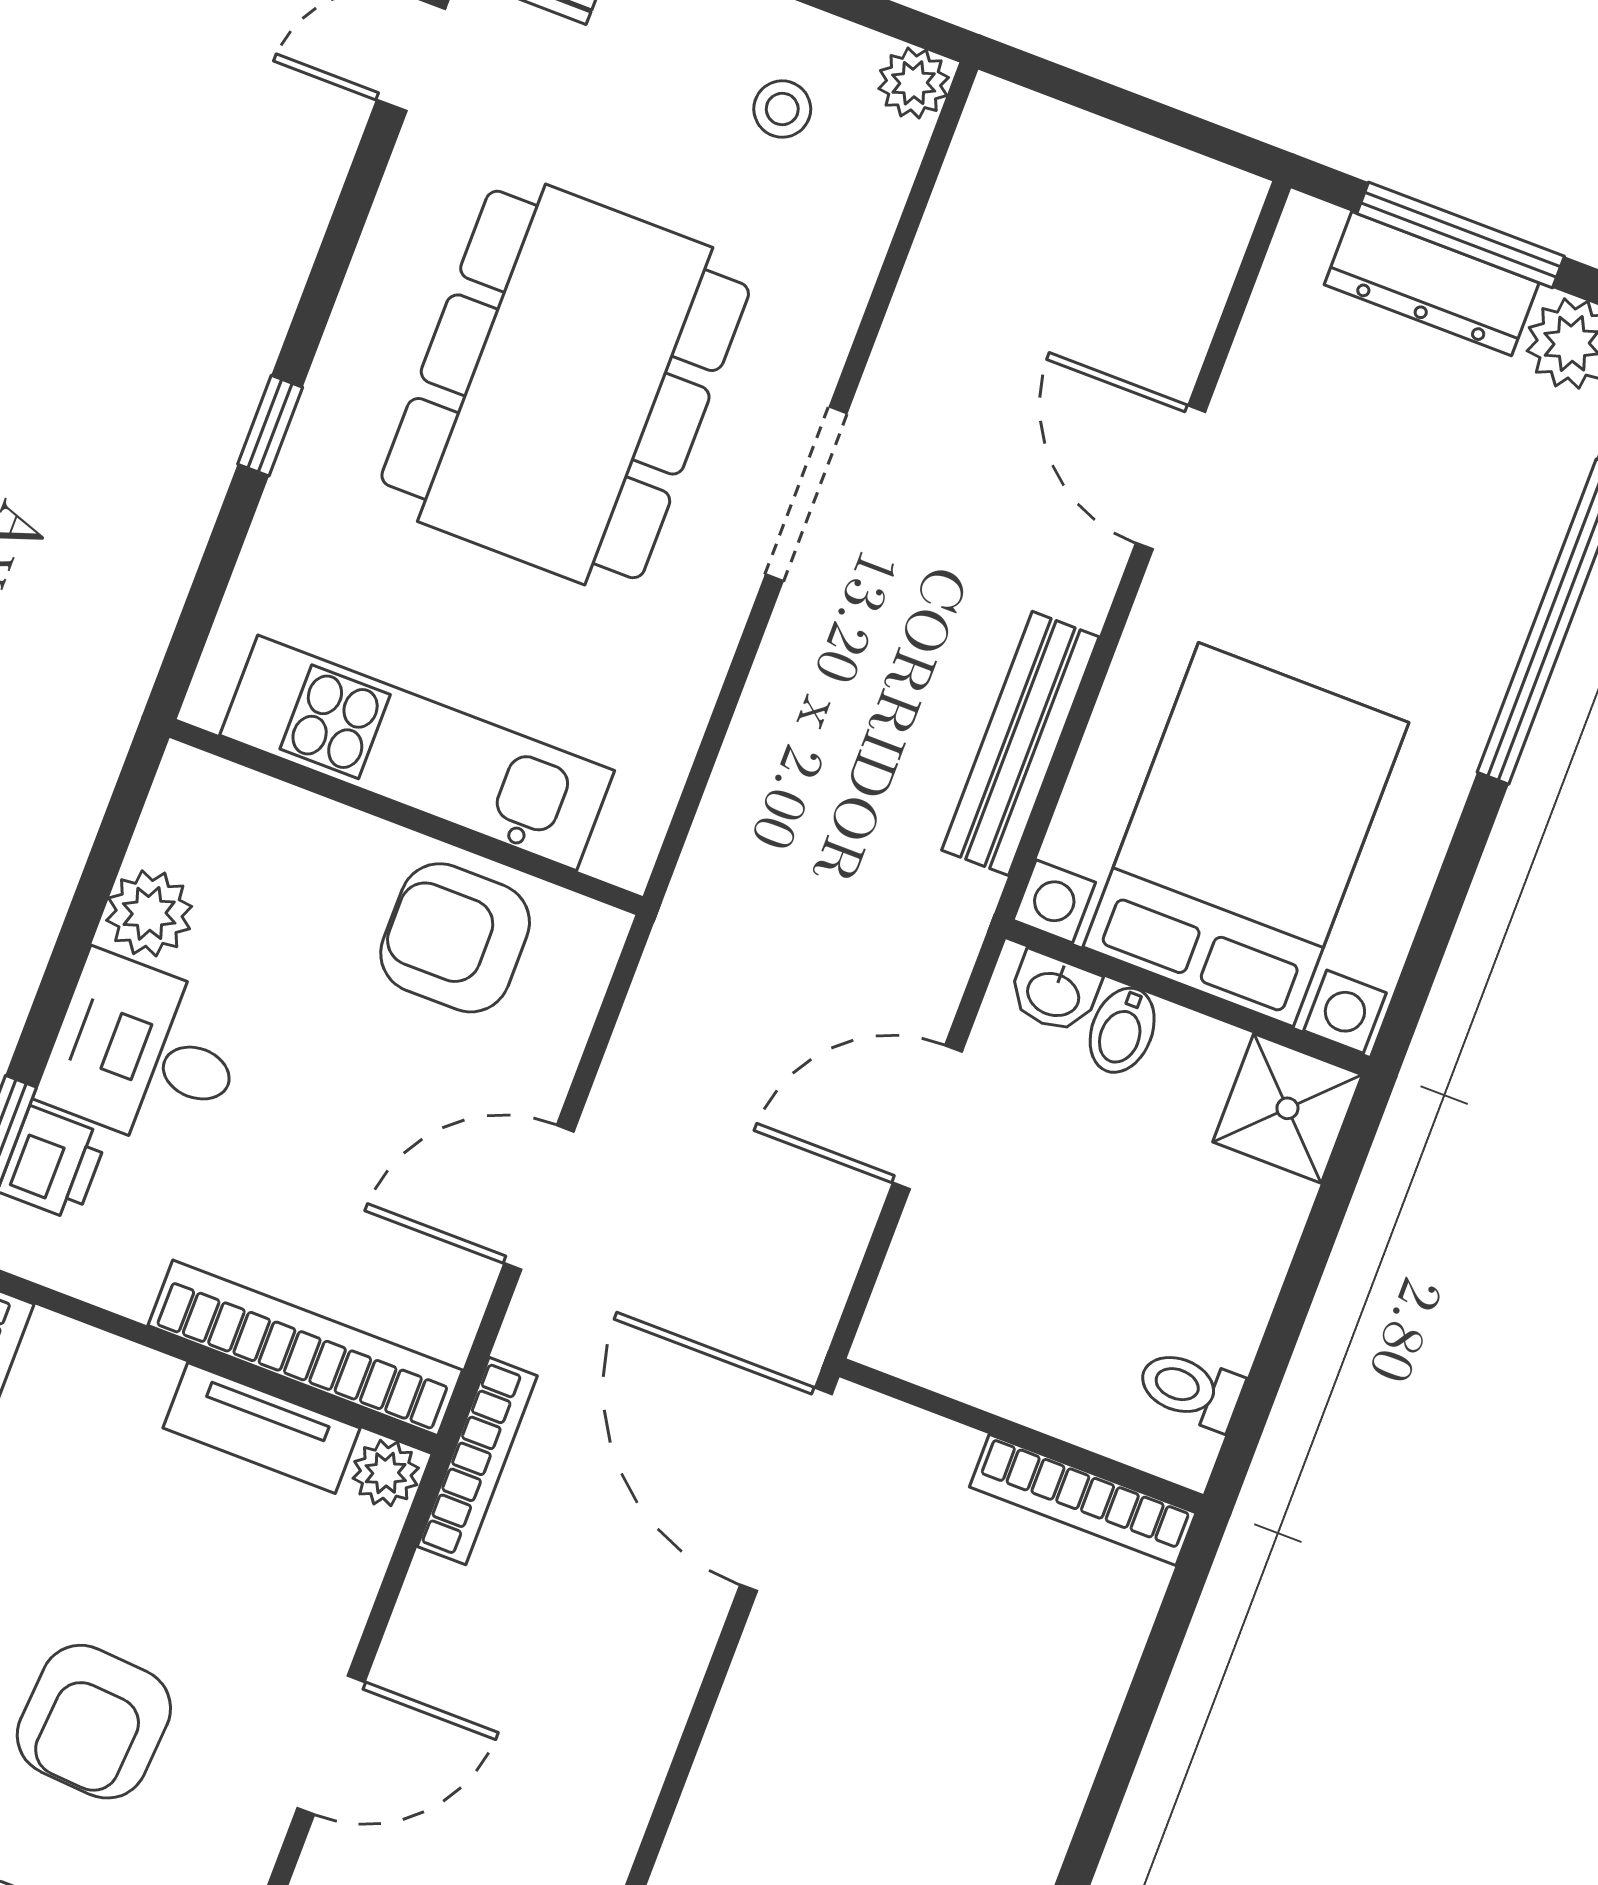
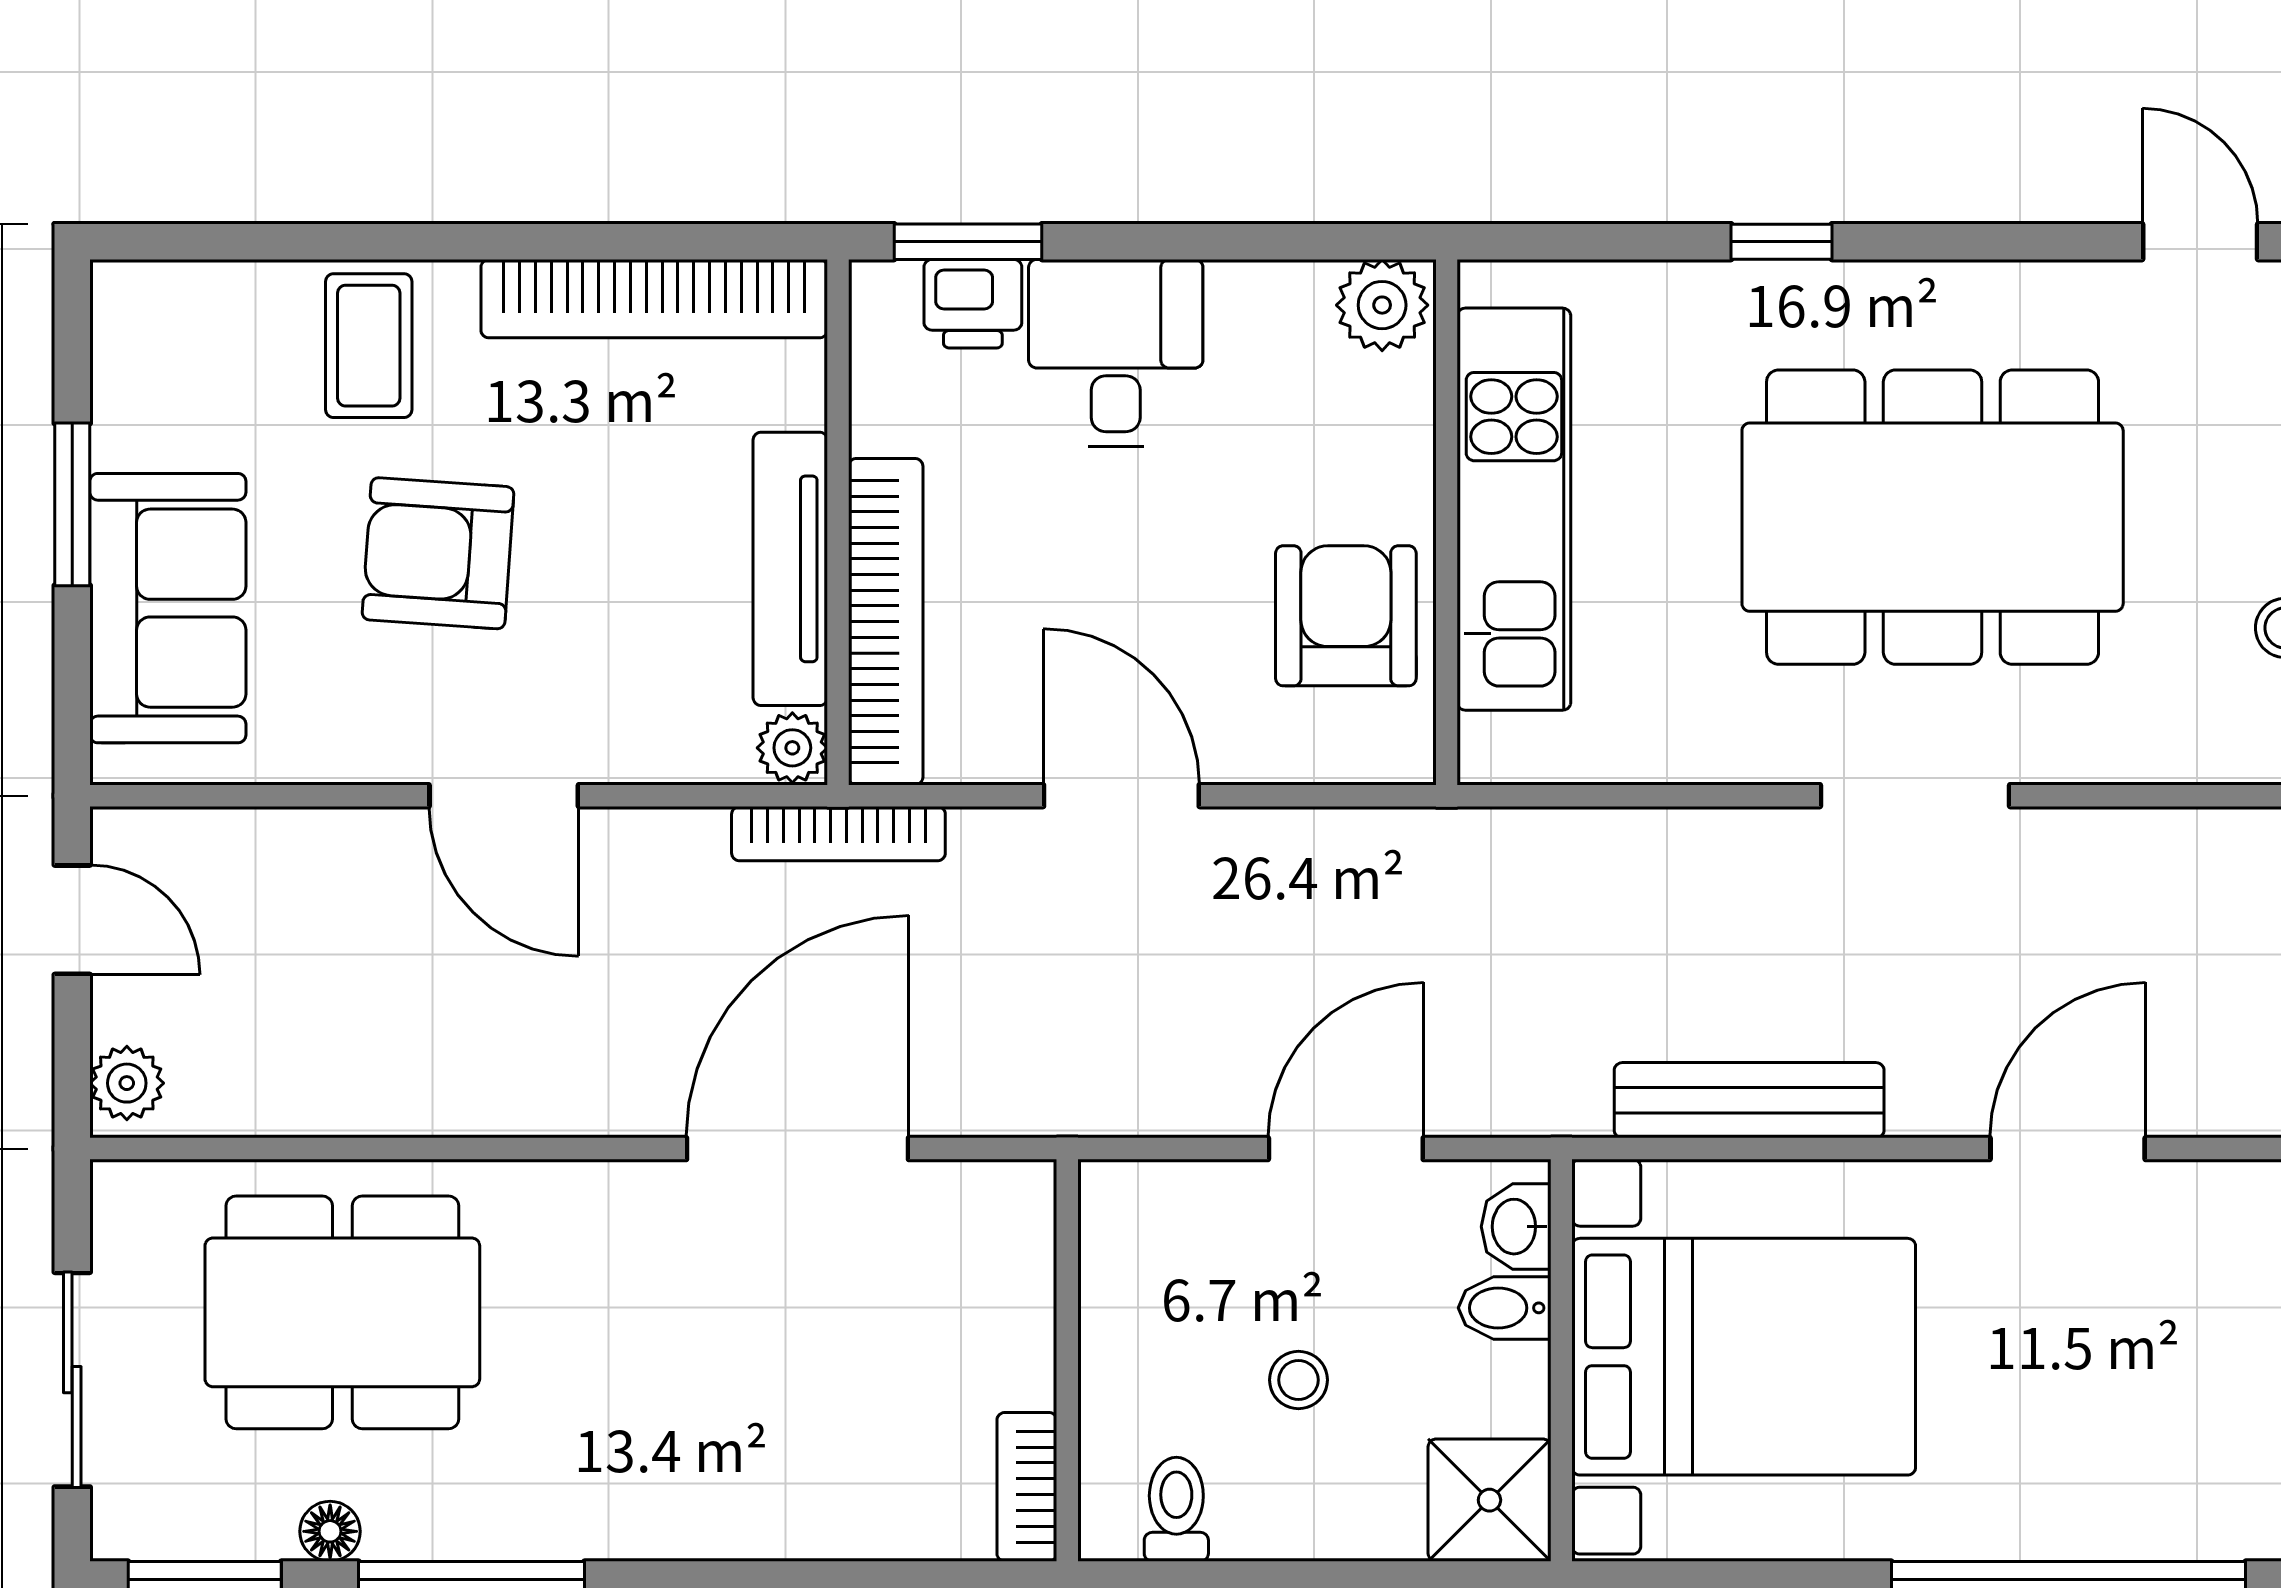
plant: (149, 913) -> (1382, 305), moved
door: (927, 1117) -> (1346, 1149), hinge flipped
stool: (1117, 1237) -> (1298, 1380), added
tv unit: (262, 1428) -> (790, 569), width x1.41
door: (786, 1489) -> (798, 1149), moved
bookcase: (1083, 1500) -> (1027, 1487), width x0.64

